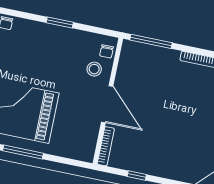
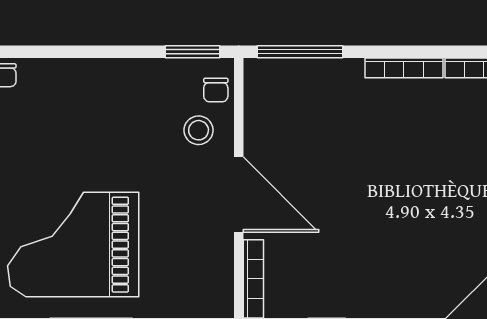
window: (60, 22) -> (193, 52), moved

